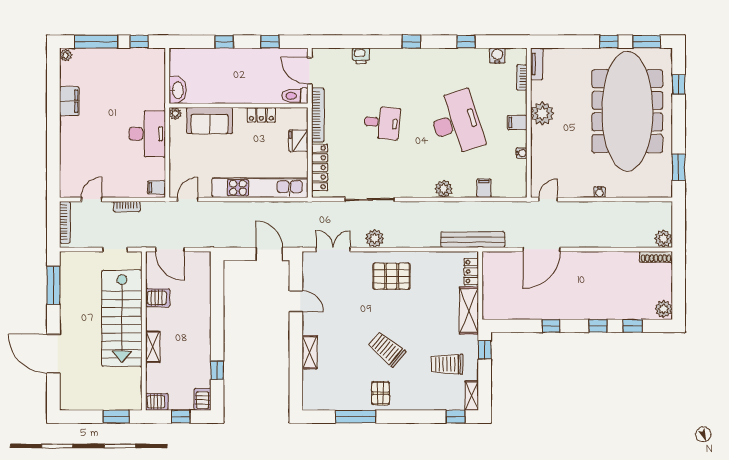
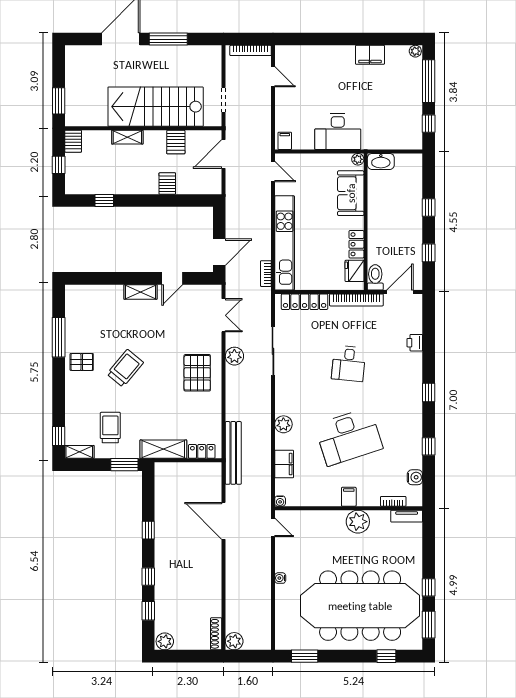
fridge: (298, 141) -> (354, 271), moved, turned -90
water cooler: (521, 153) -> (280, 501), moved
filing cabinet: (484, 188) -> (284, 464), width x2.00
bookcase: (127, 207) -> (266, 274), moved
window: (53, 285) -> (168, 39), moved
window: (485, 350) -> (124, 465), width x1.50
shelving: (310, 352) -> (140, 292), moved
server rack: (202, 399) -> (167, 184), moved, turned -90

